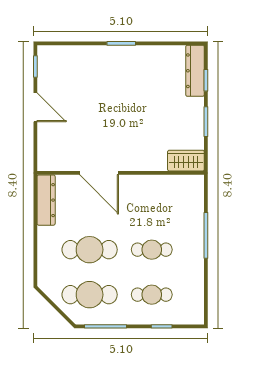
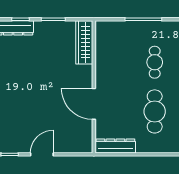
wardrobe: (186, 161) -> (84, 42), width x1.50
door: (99, 173) -> (94, 104), swing flipped

